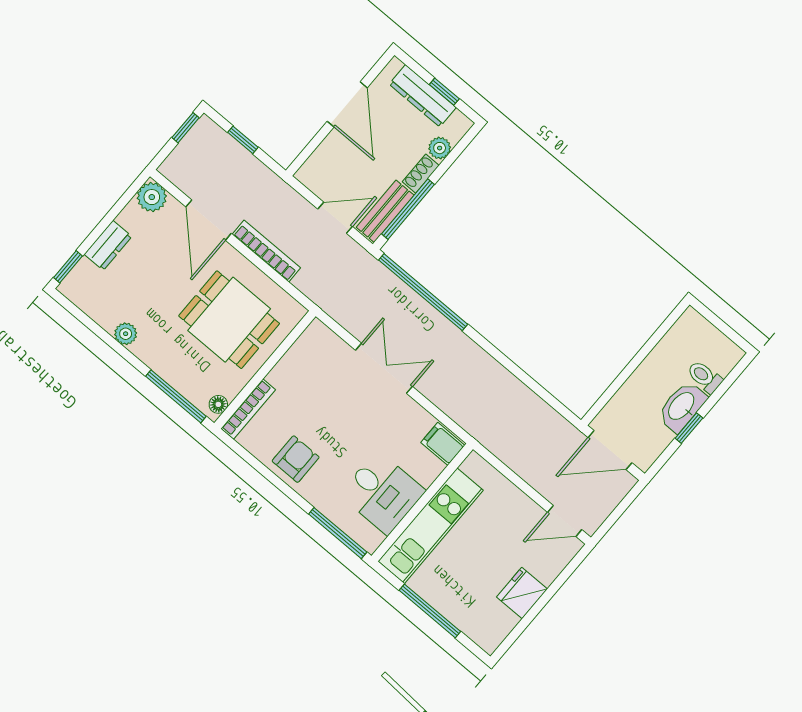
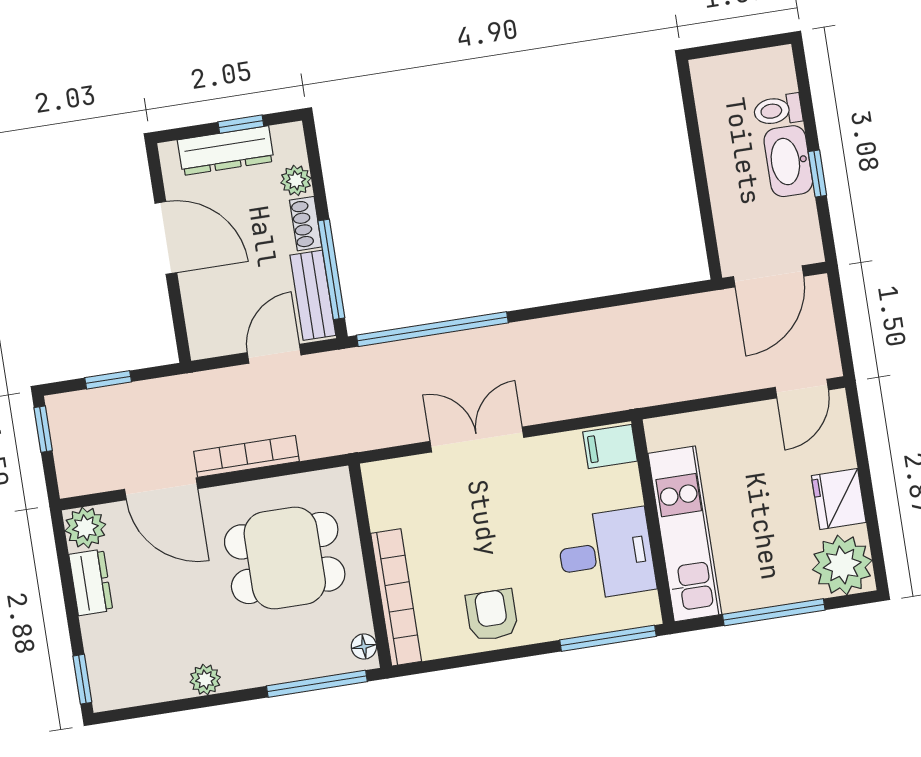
dresser: (108, 245) -> (91, 582), moved
bookcase: (248, 409) -> (396, 597), width x1.48, depth x1.31
plant: (488, 626) -> (842, 565), added

